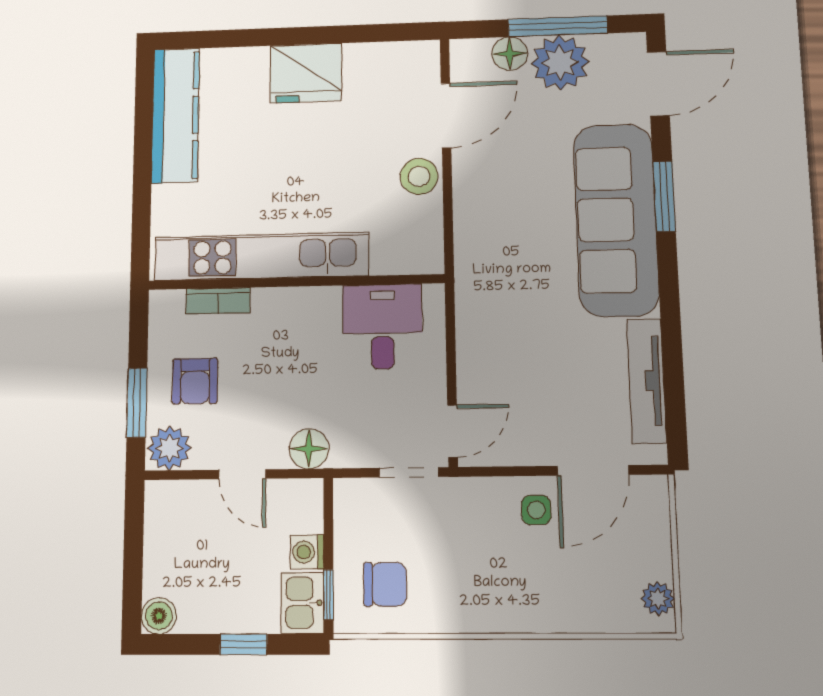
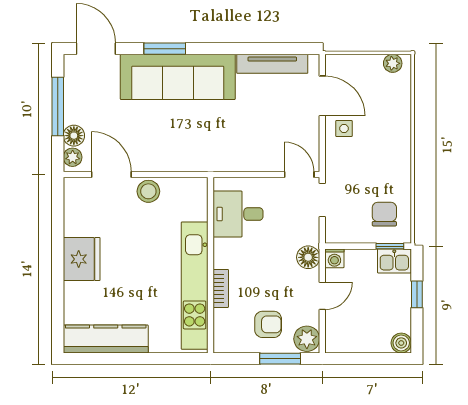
plant: (560, 63) -> (73, 157), moved, width x0.53, depth x0.53
bookcase: (218, 301) -> (221, 288), moved
washing machine: (307, 552) -> (334, 258), moved

